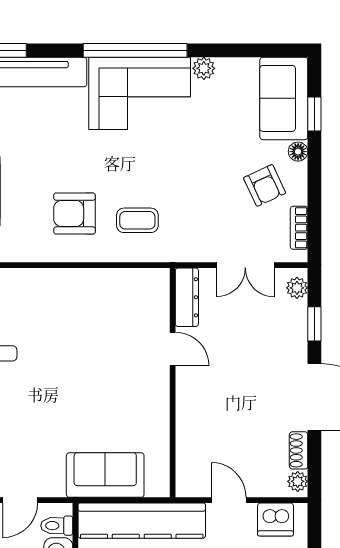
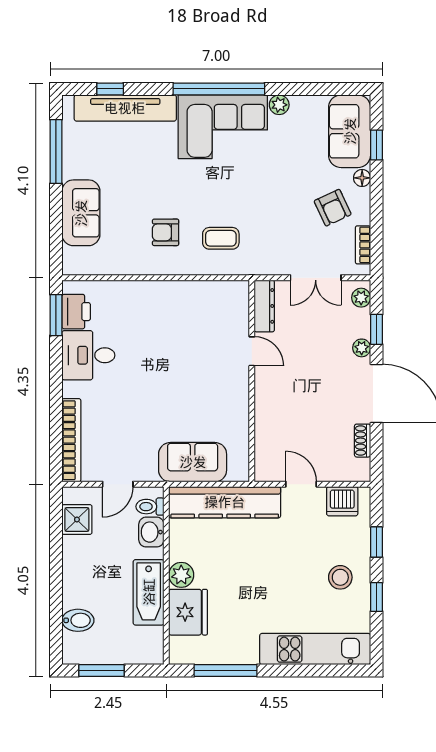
armchair: (74, 214) -> (166, 232), width x0.72, depth x0.72
plant: (298, 481) -> (362, 348), moved

